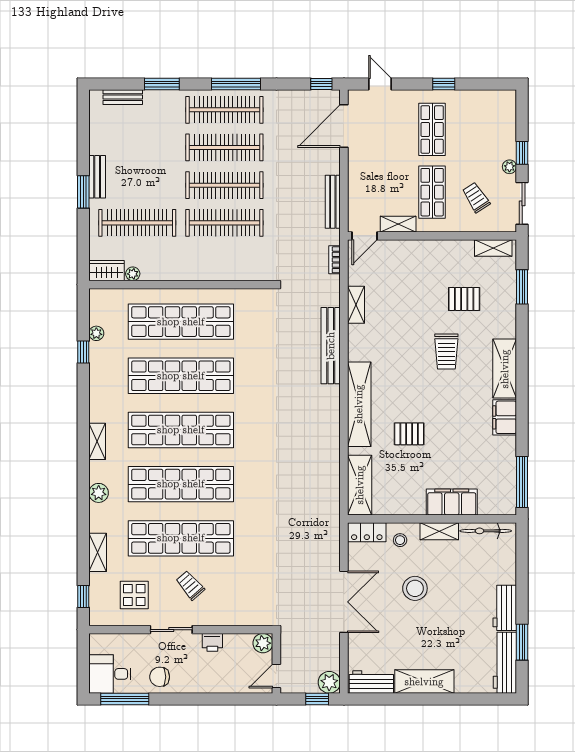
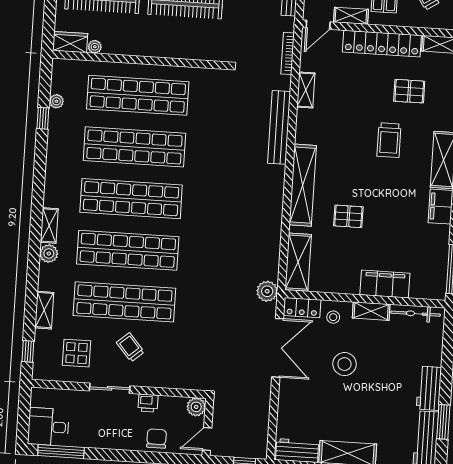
locker: (432, 251) -> (382, 44), added
bookcase: (335, 260) -> (288, 53), width x1.56
shelving: (97, 441) -> (49, 225), moved
double door: (344, 602) -> (278, 348), moved
chair: (160, 677) -> (157, 439), moved, turned 90
plant: (329, 682) -> (267, 291), moved

